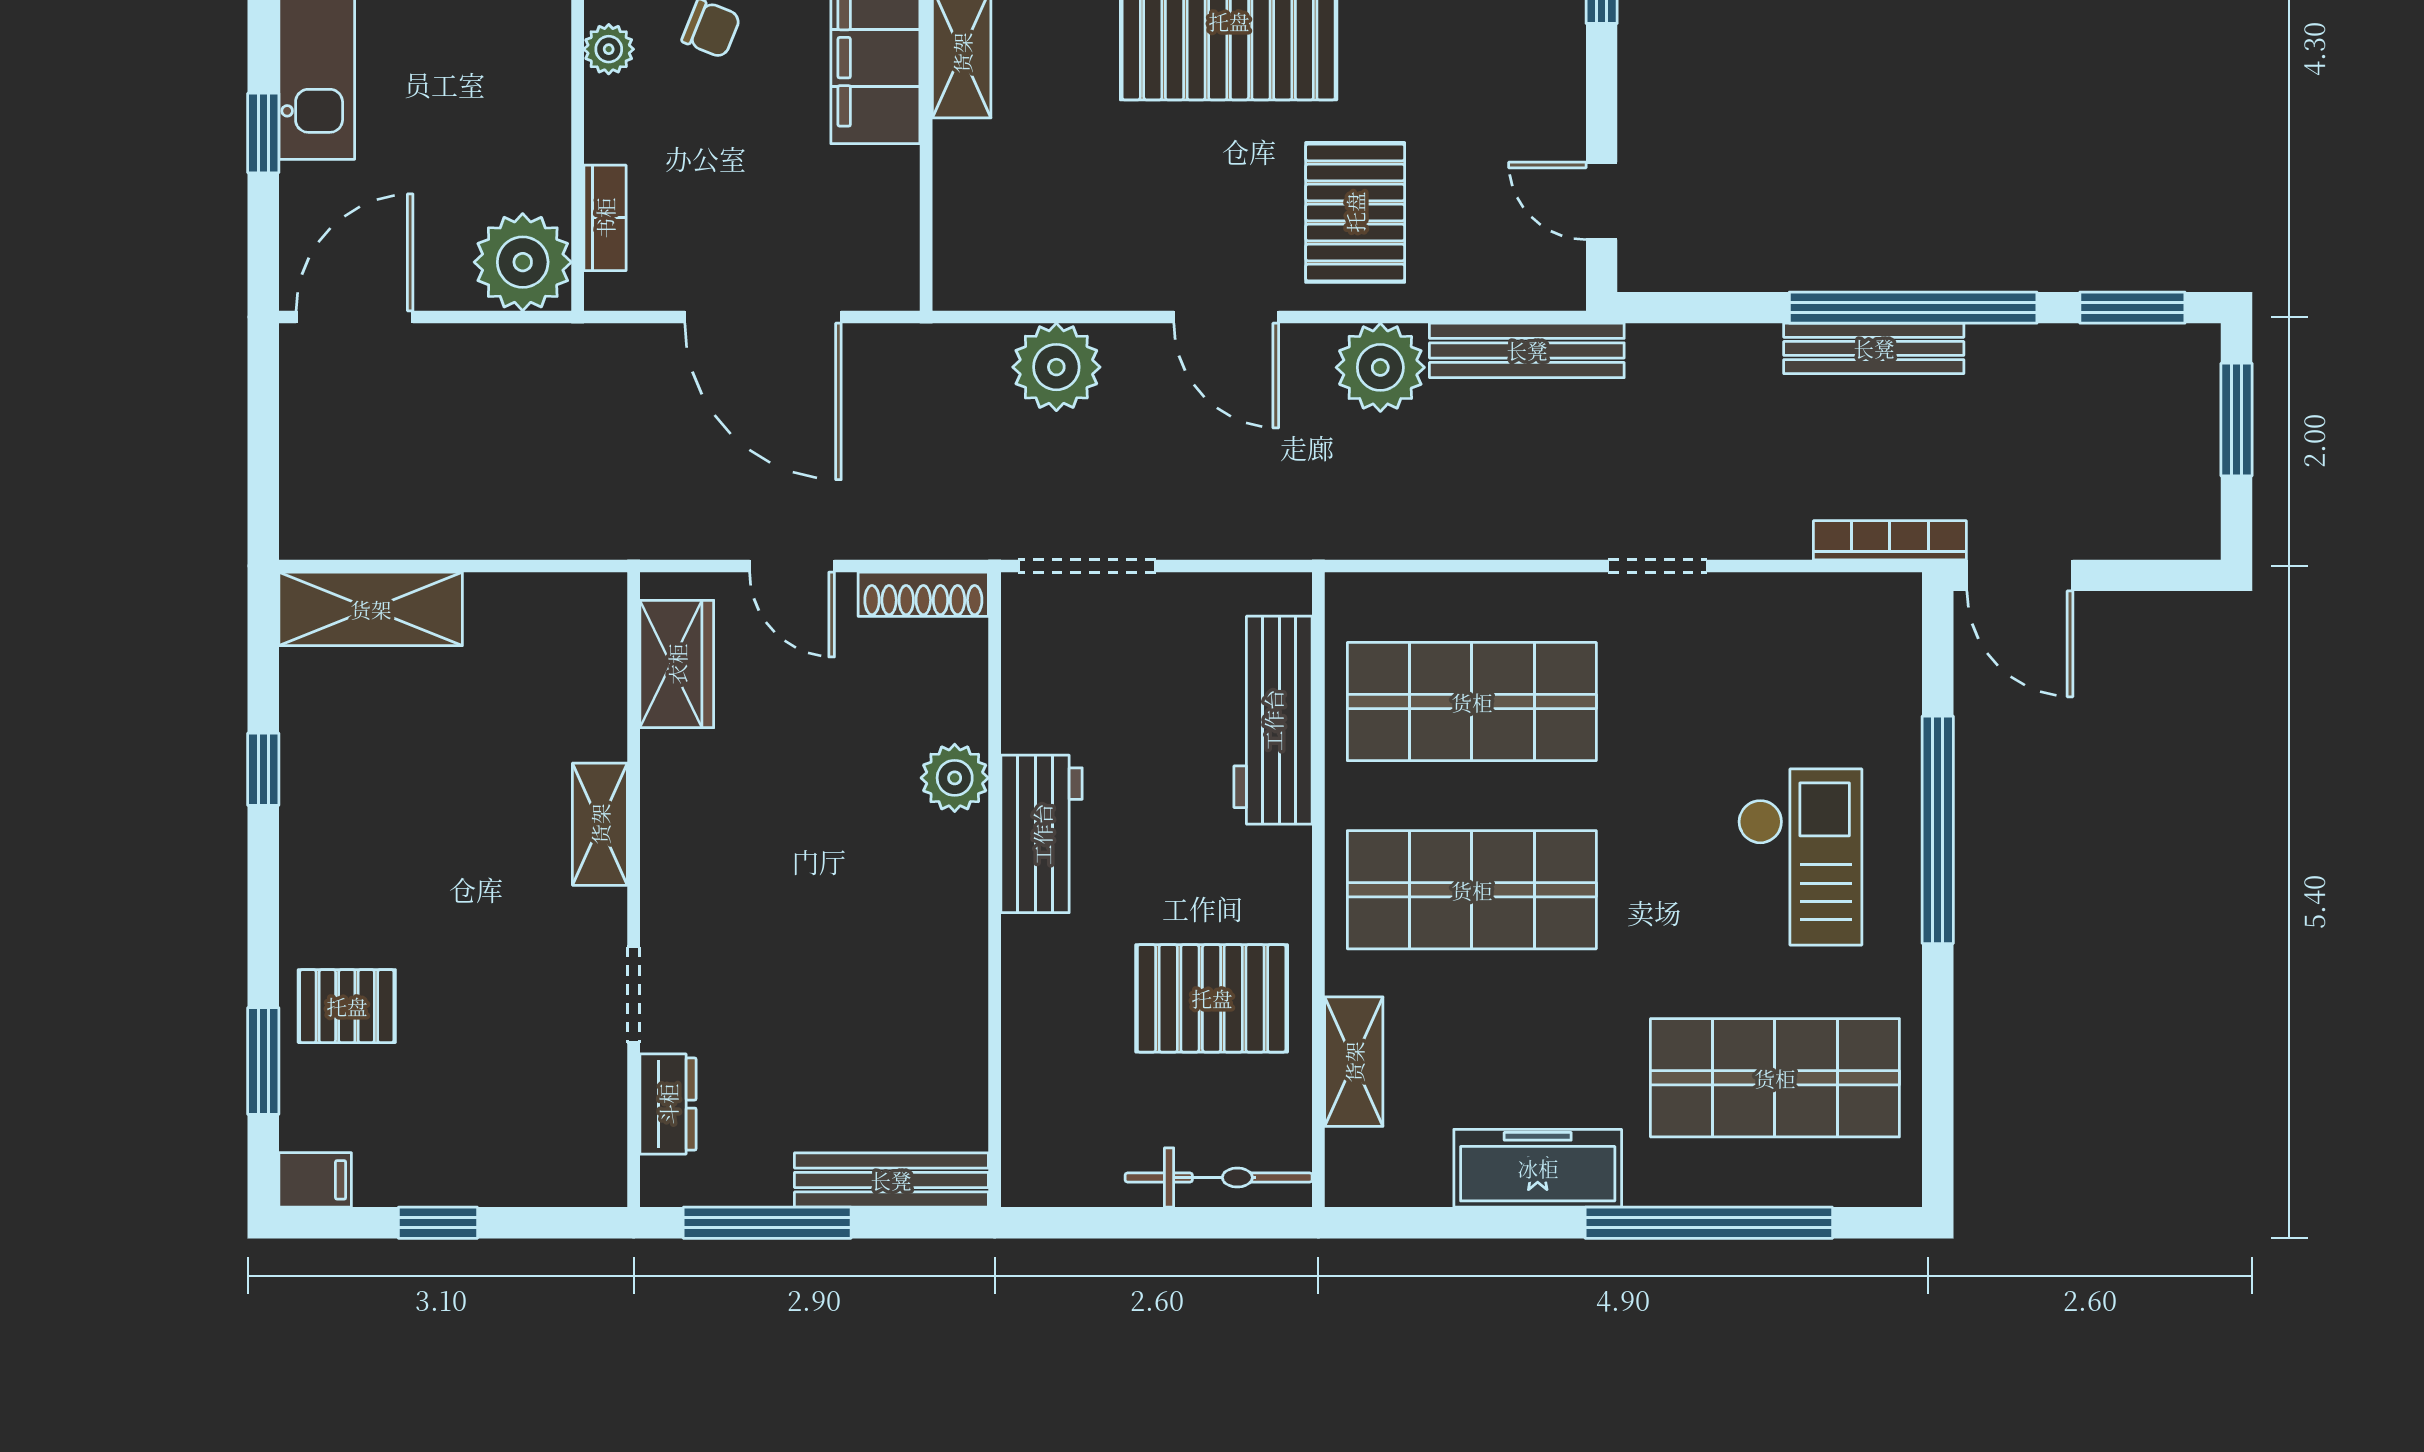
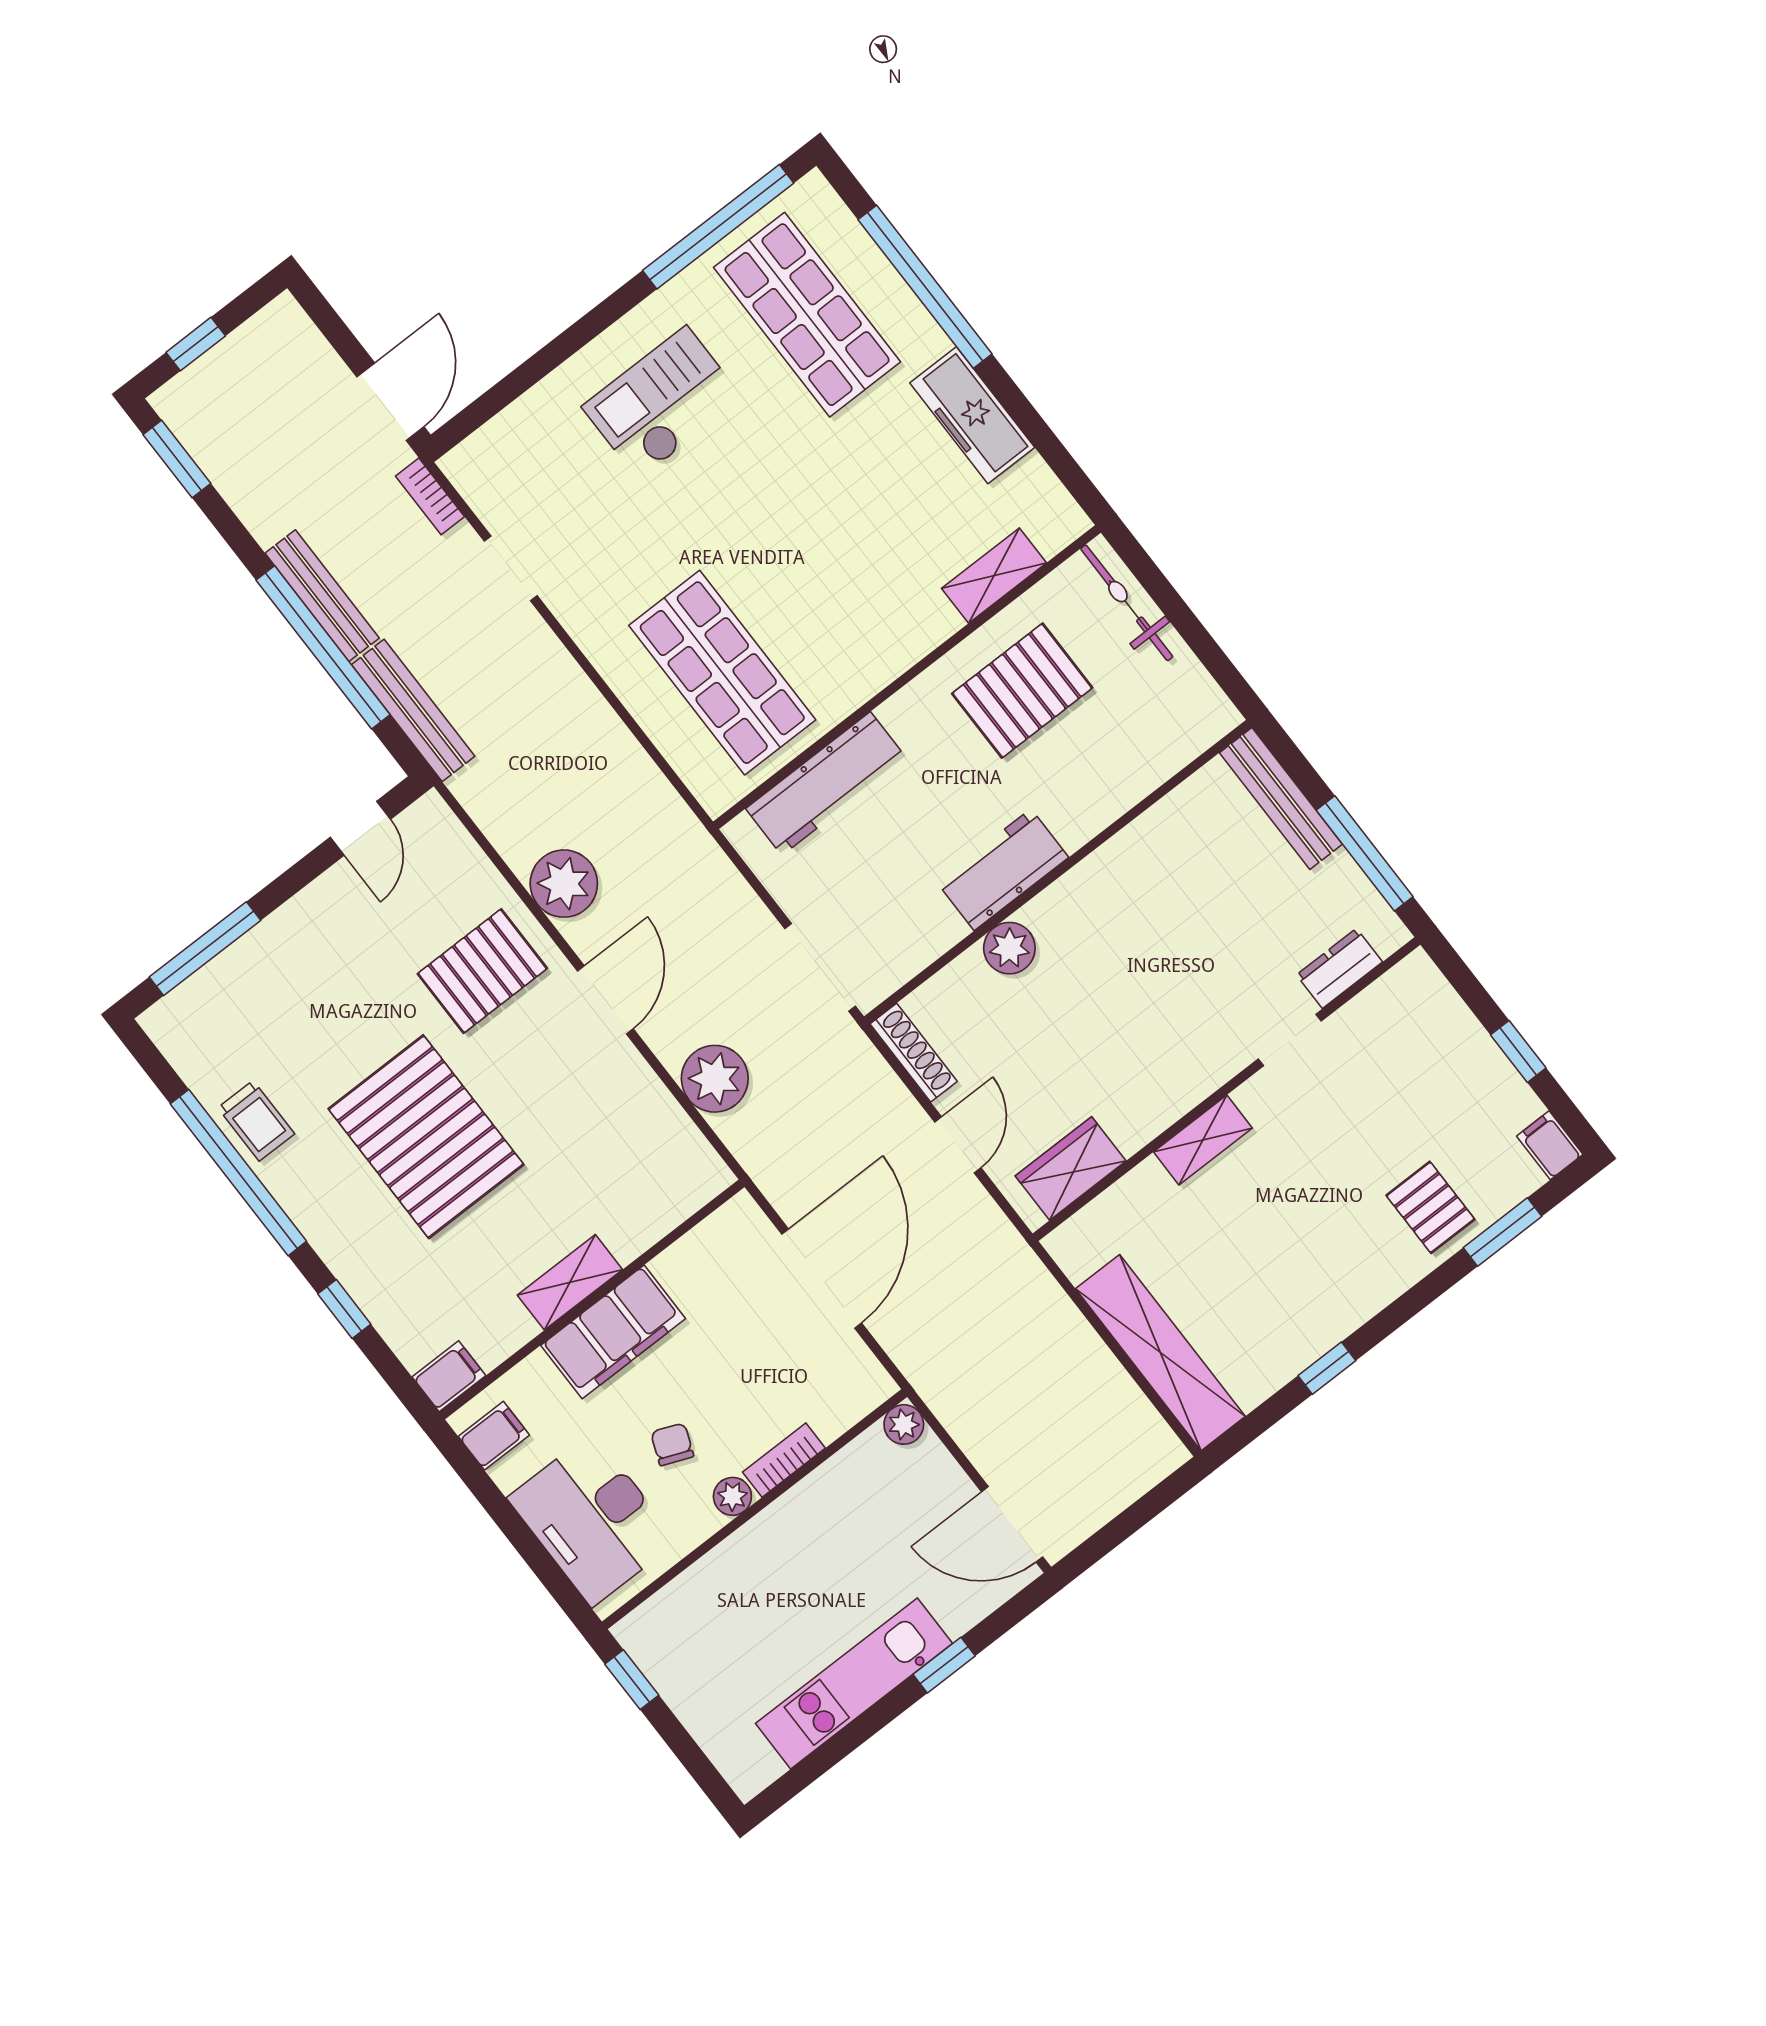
bookcase: (605, 218) -> (784, 1460), moved
plant: (523, 262) -> (904, 1424), width x0.53, depth x0.53
window: (1913, 308) -> (323, 647), moved
bench: (1527, 350) -> (413, 710), moved
window: (2236, 420) -> (196, 344), width x0.67
bookcase: (1890, 540) -> (430, 496), width x0.64
doorway: (1658, 566) -> (511, 568), moved
shelving: (371, 609) -> (1160, 1353), width x1.47
window: (1938, 830) -> (718, 227), moved
shop shelf: (1472, 890) -> (835, 585), removed
pallet: (1212, 998) -> (1022, 691), turned 90

